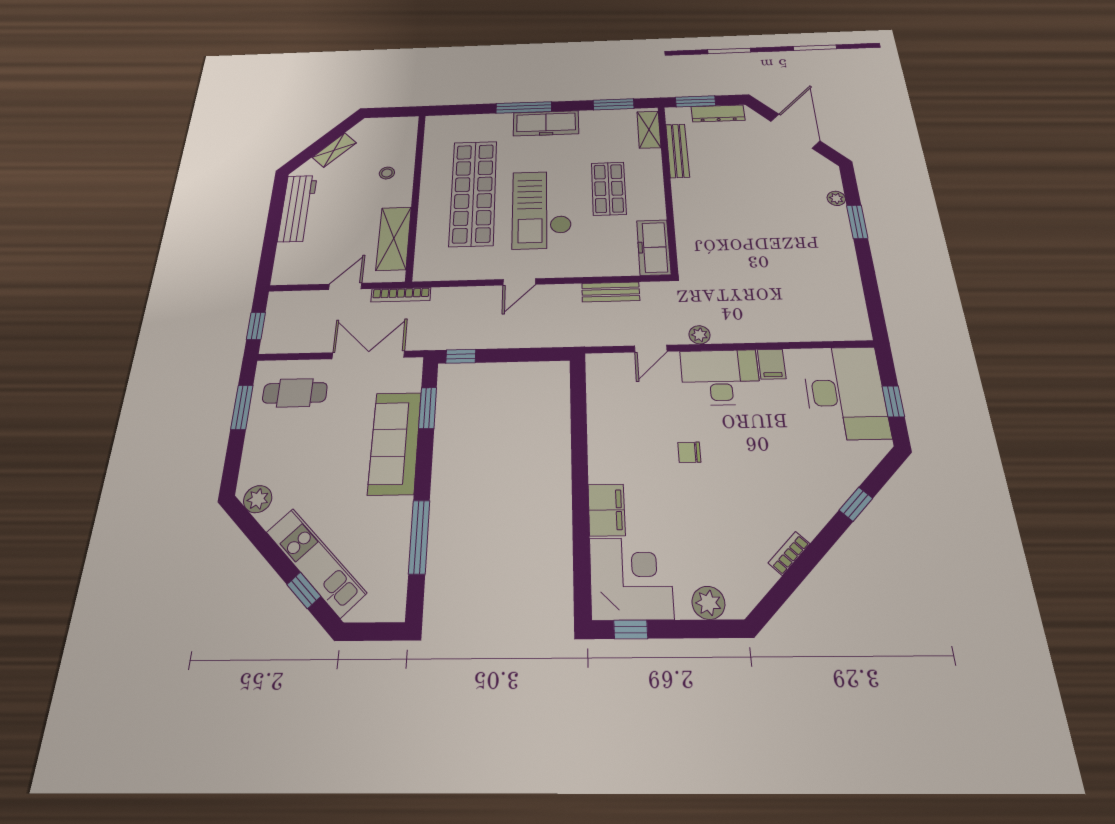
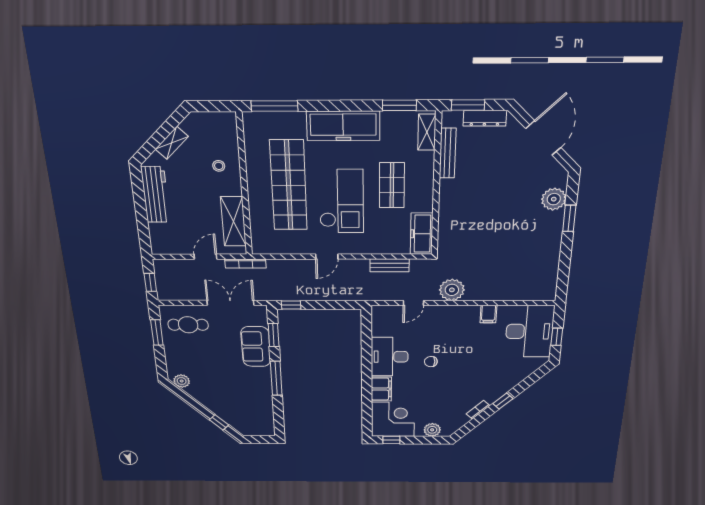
window: (524, 107) -> (275, 106), moved
freezer: (546, 123) -> (343, 126), width x1.36, depth x1.26
plant: (836, 198) -> (554, 199), width x1.88, depth x1.88
checkout: (542, 209) -> (341, 201), turned 180
plant: (699, 335) -> (452, 290), width x1.88, depth x1.88
desk: (720, 377) -> (390, 357), moved, turned -90
sofa: (395, 443) -> (256, 347), width x0.73
window: (856, 504) -> (503, 401), moved
window: (419, 537) -> (276, 378), moved
kitchen unit: (316, 562) -> (223, 410), removed

